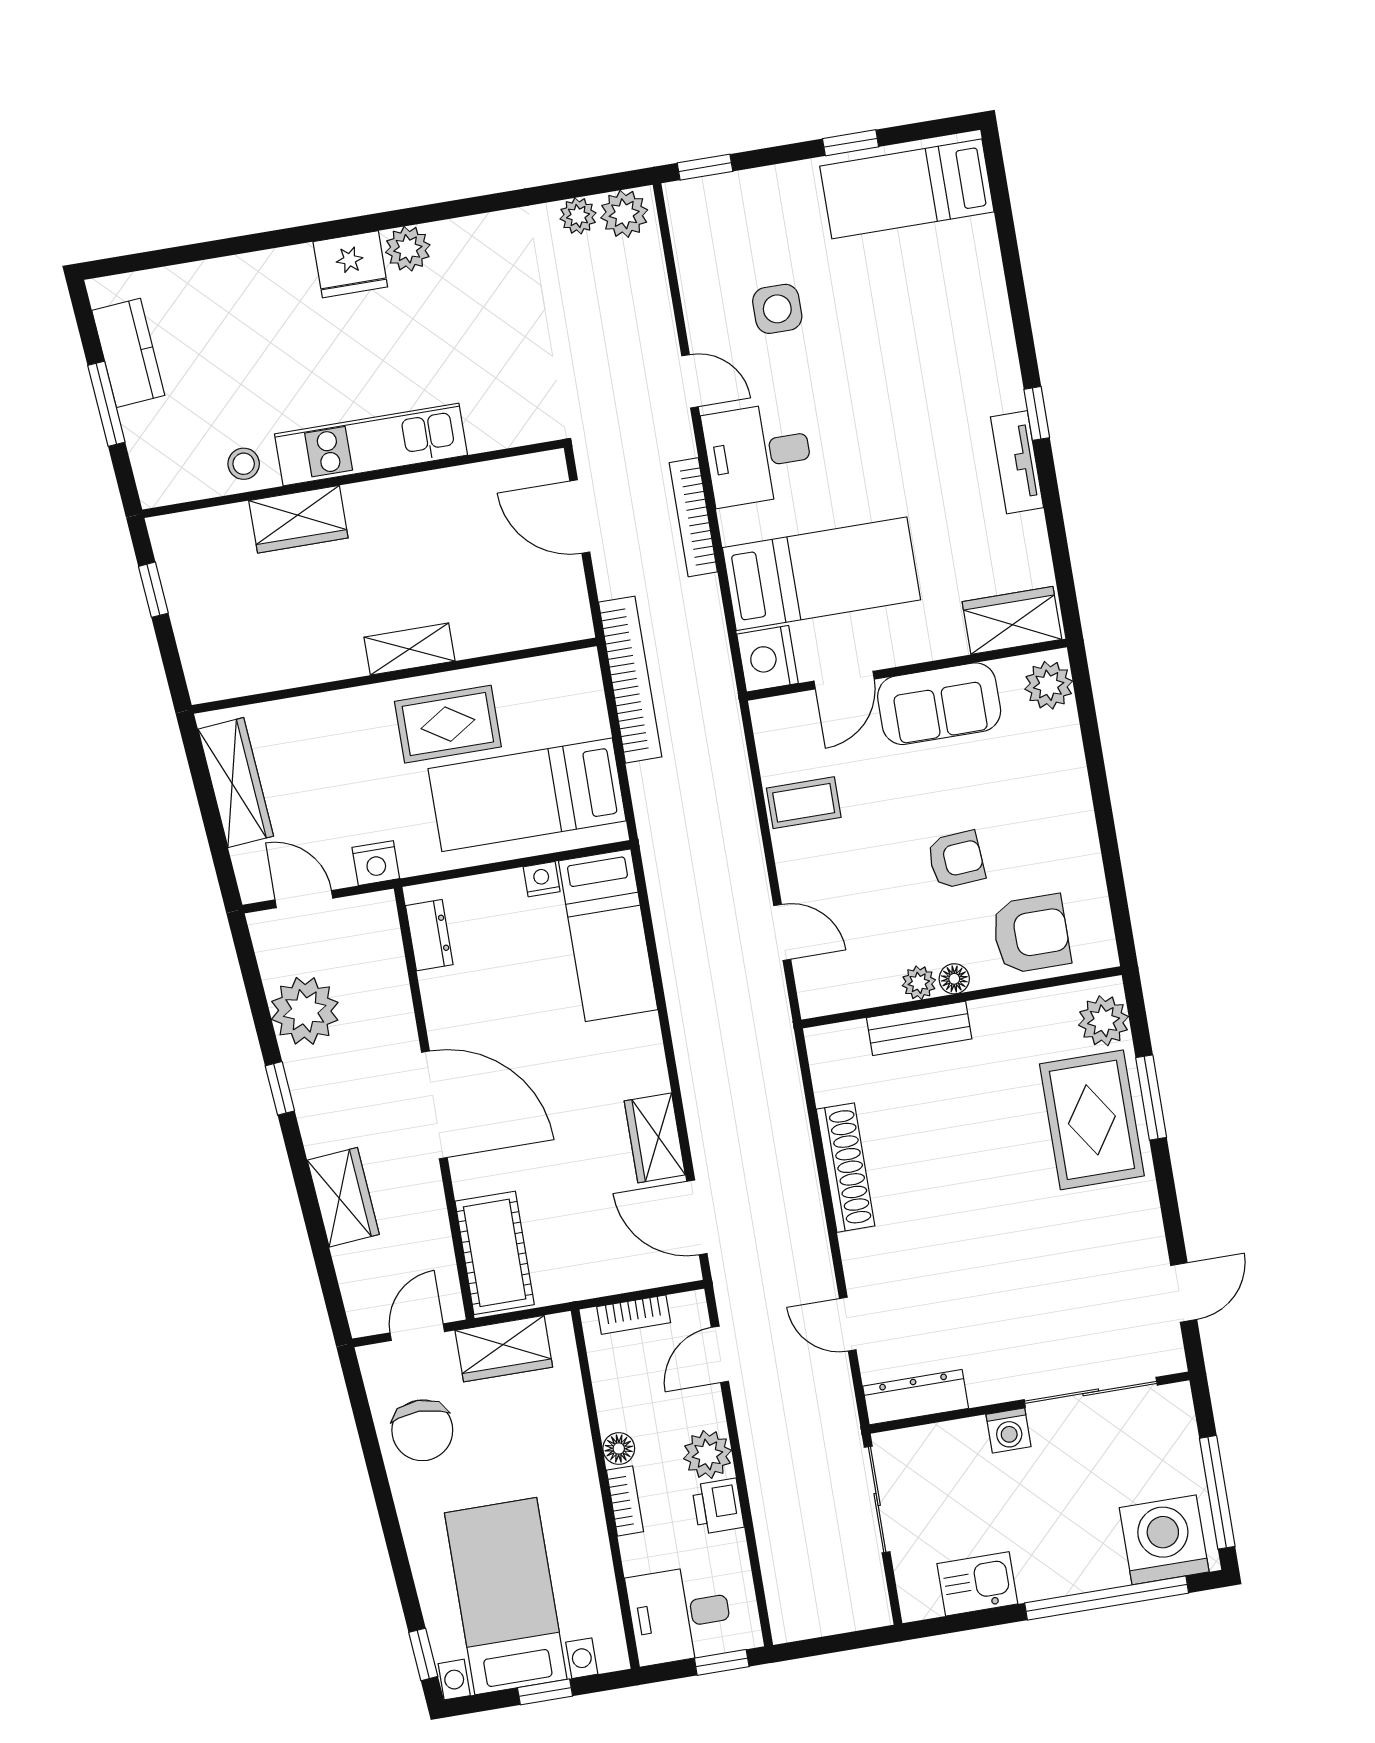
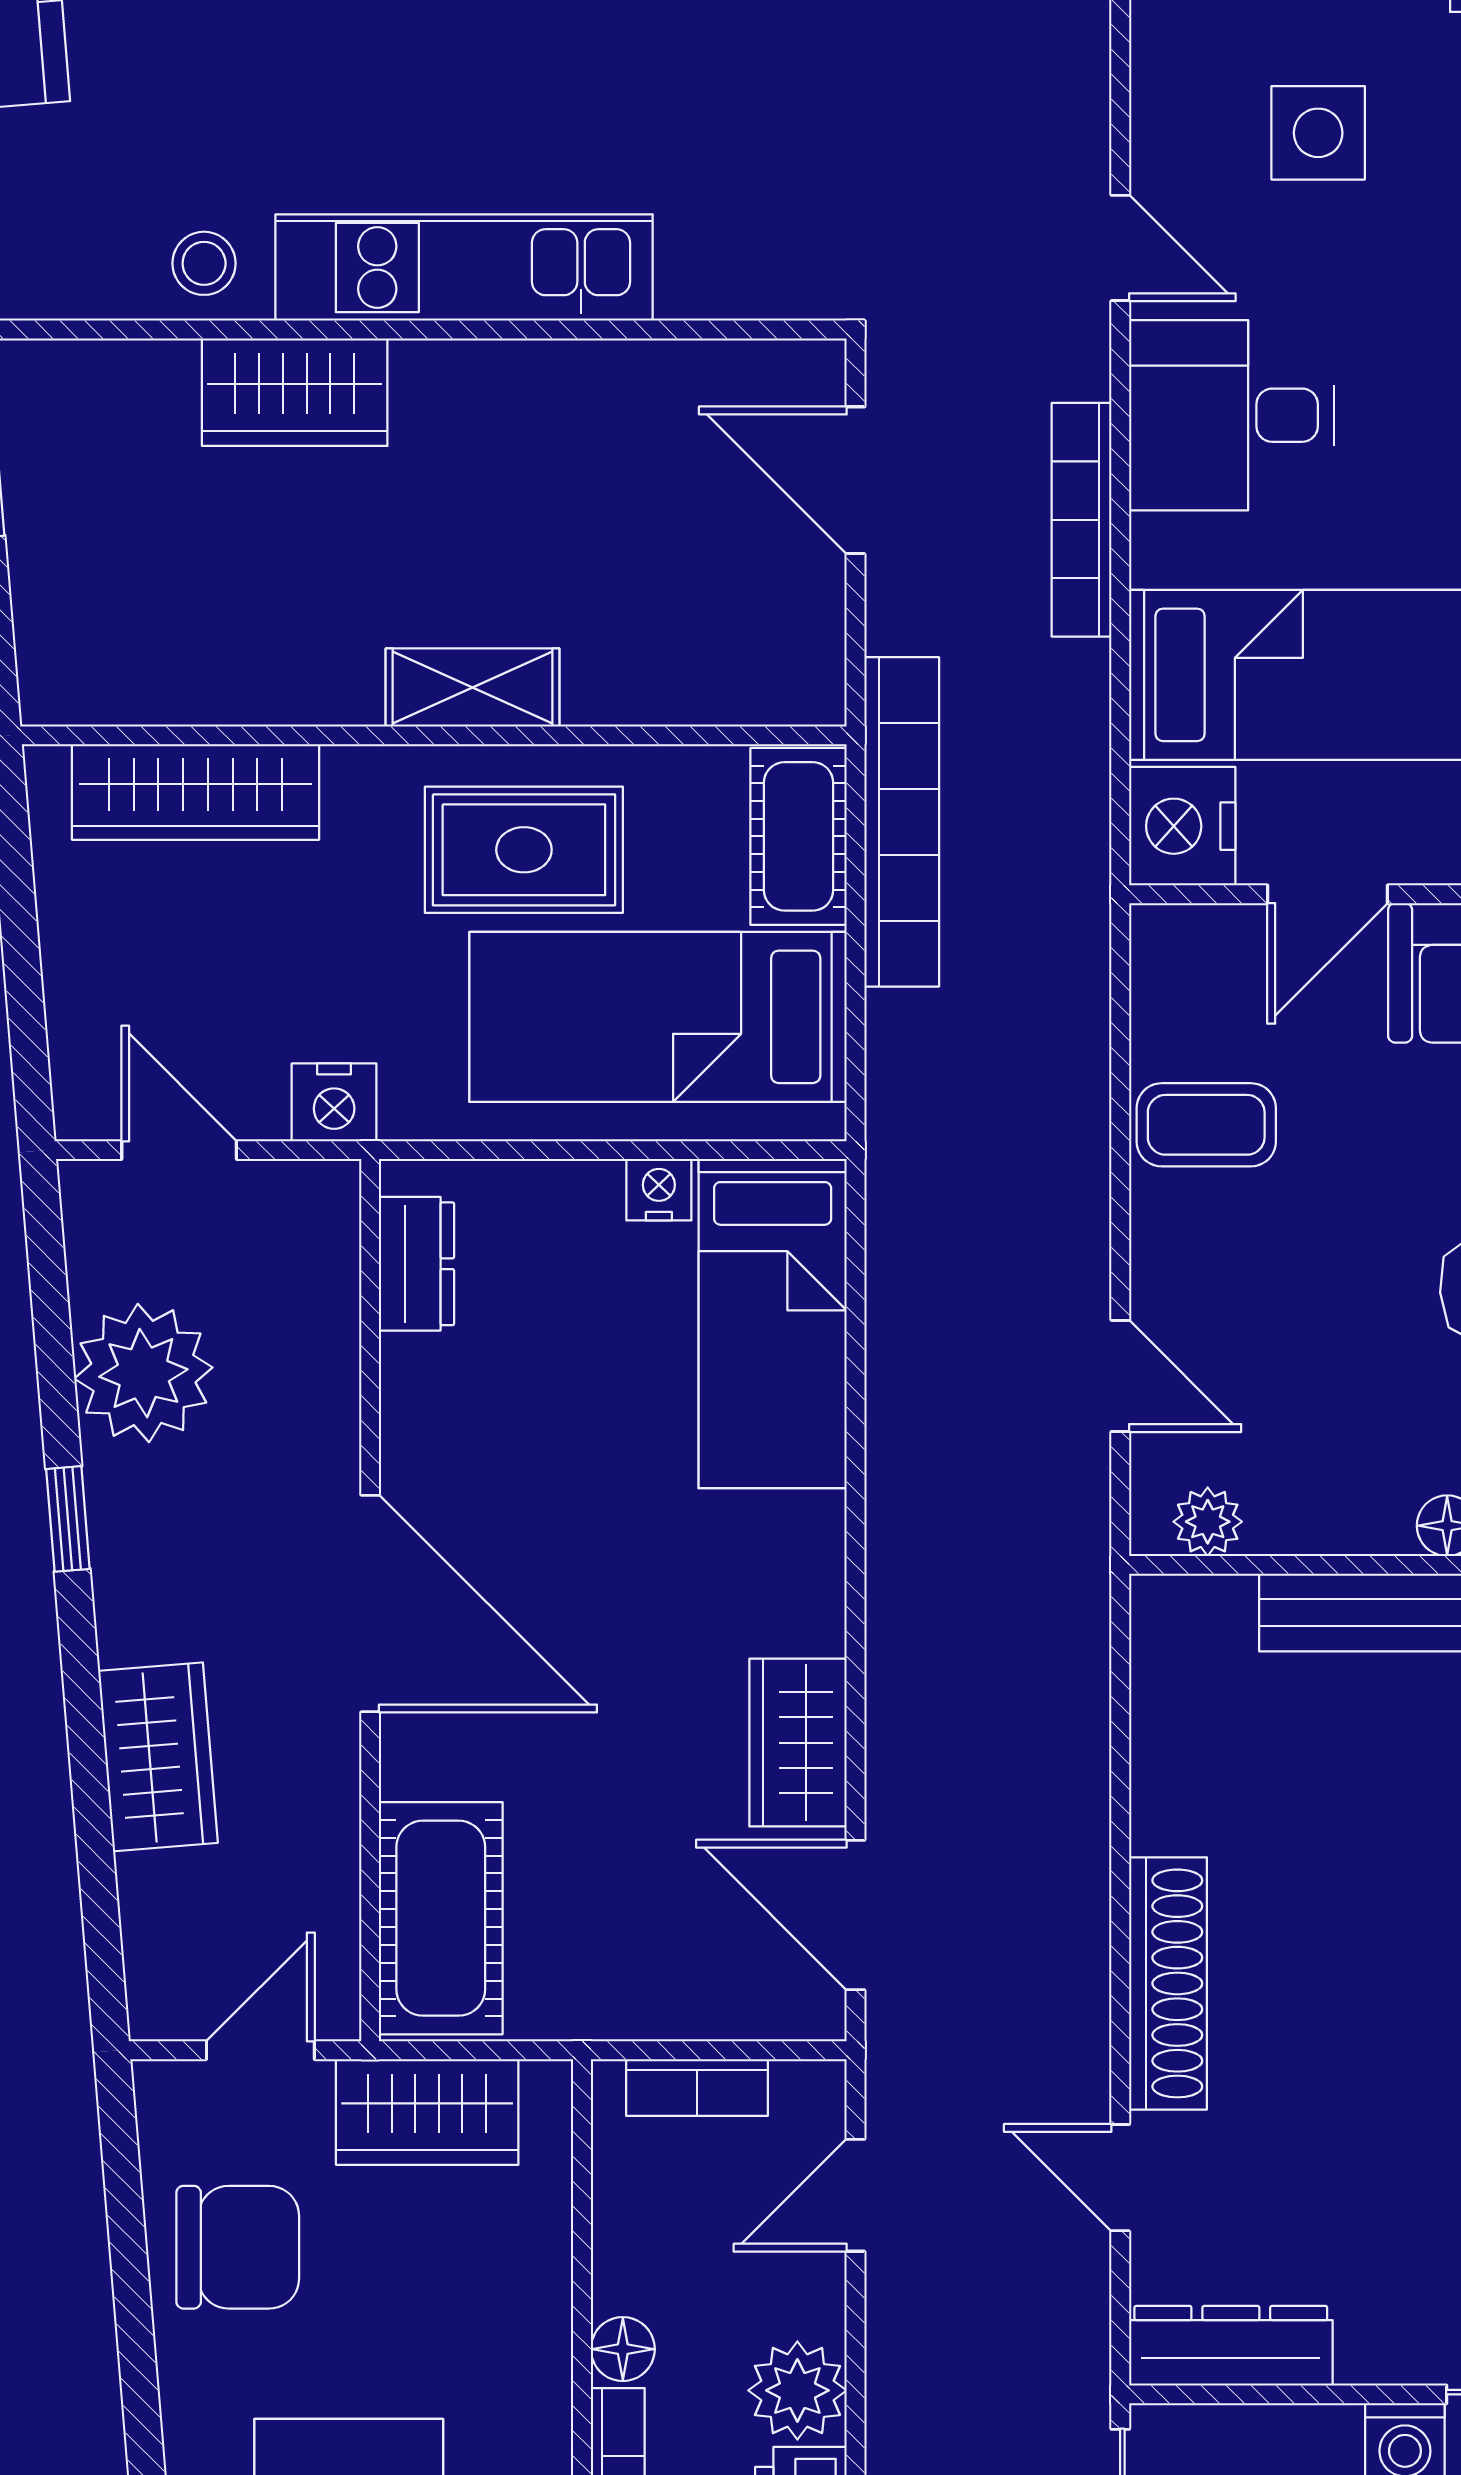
cot: (581, 695) -> (799, 836), added
wardrobe: (236, 783) -> (196, 792), moved, turned 95
plant: (919, 983) -> (1208, 1522), moved
shoe rack: (846, 1168) -> (1168, 1983), moved
chair: (422, 1430) -> (238, 2247), turned -90

